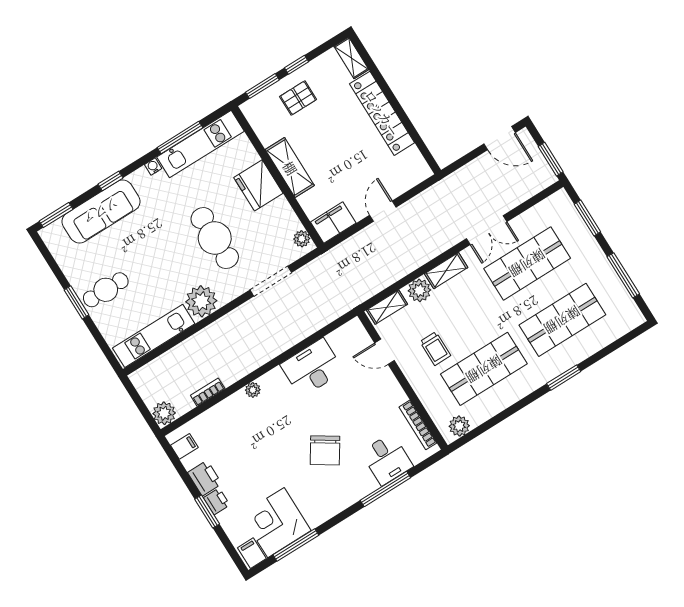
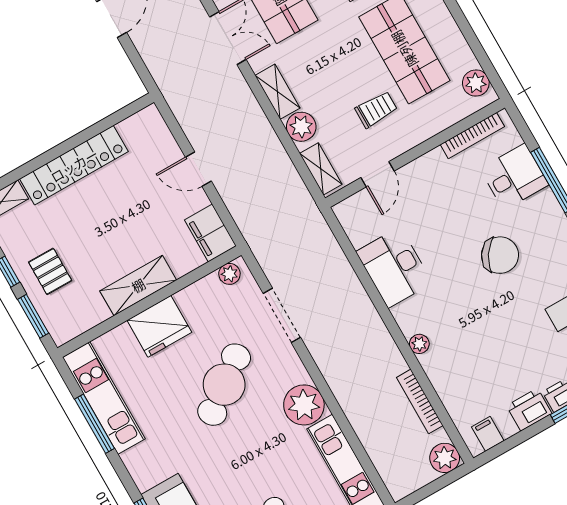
water cooler: (153, 167) -> (130, 459), removed
cafe table: (215, 238) -> (224, 385), turned -37
bookcase: (208, 392) -> (420, 401), width x1.56

